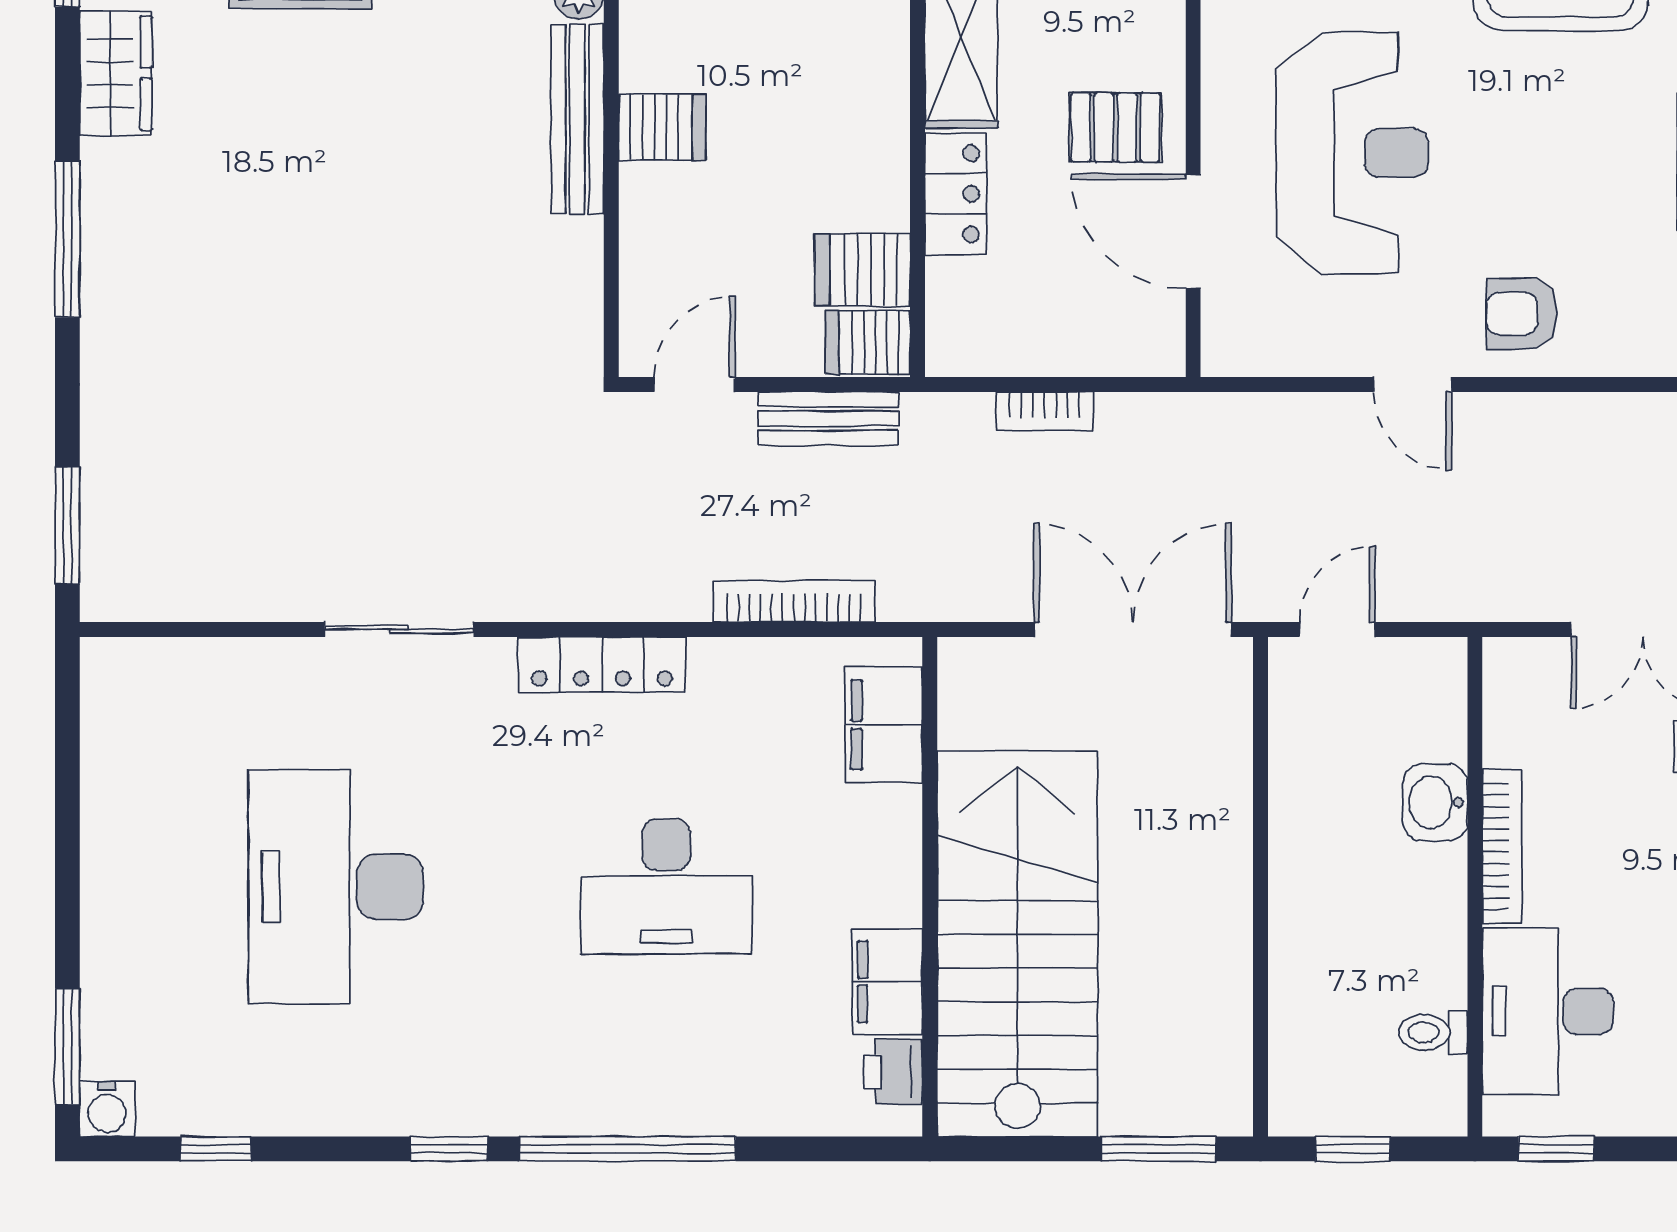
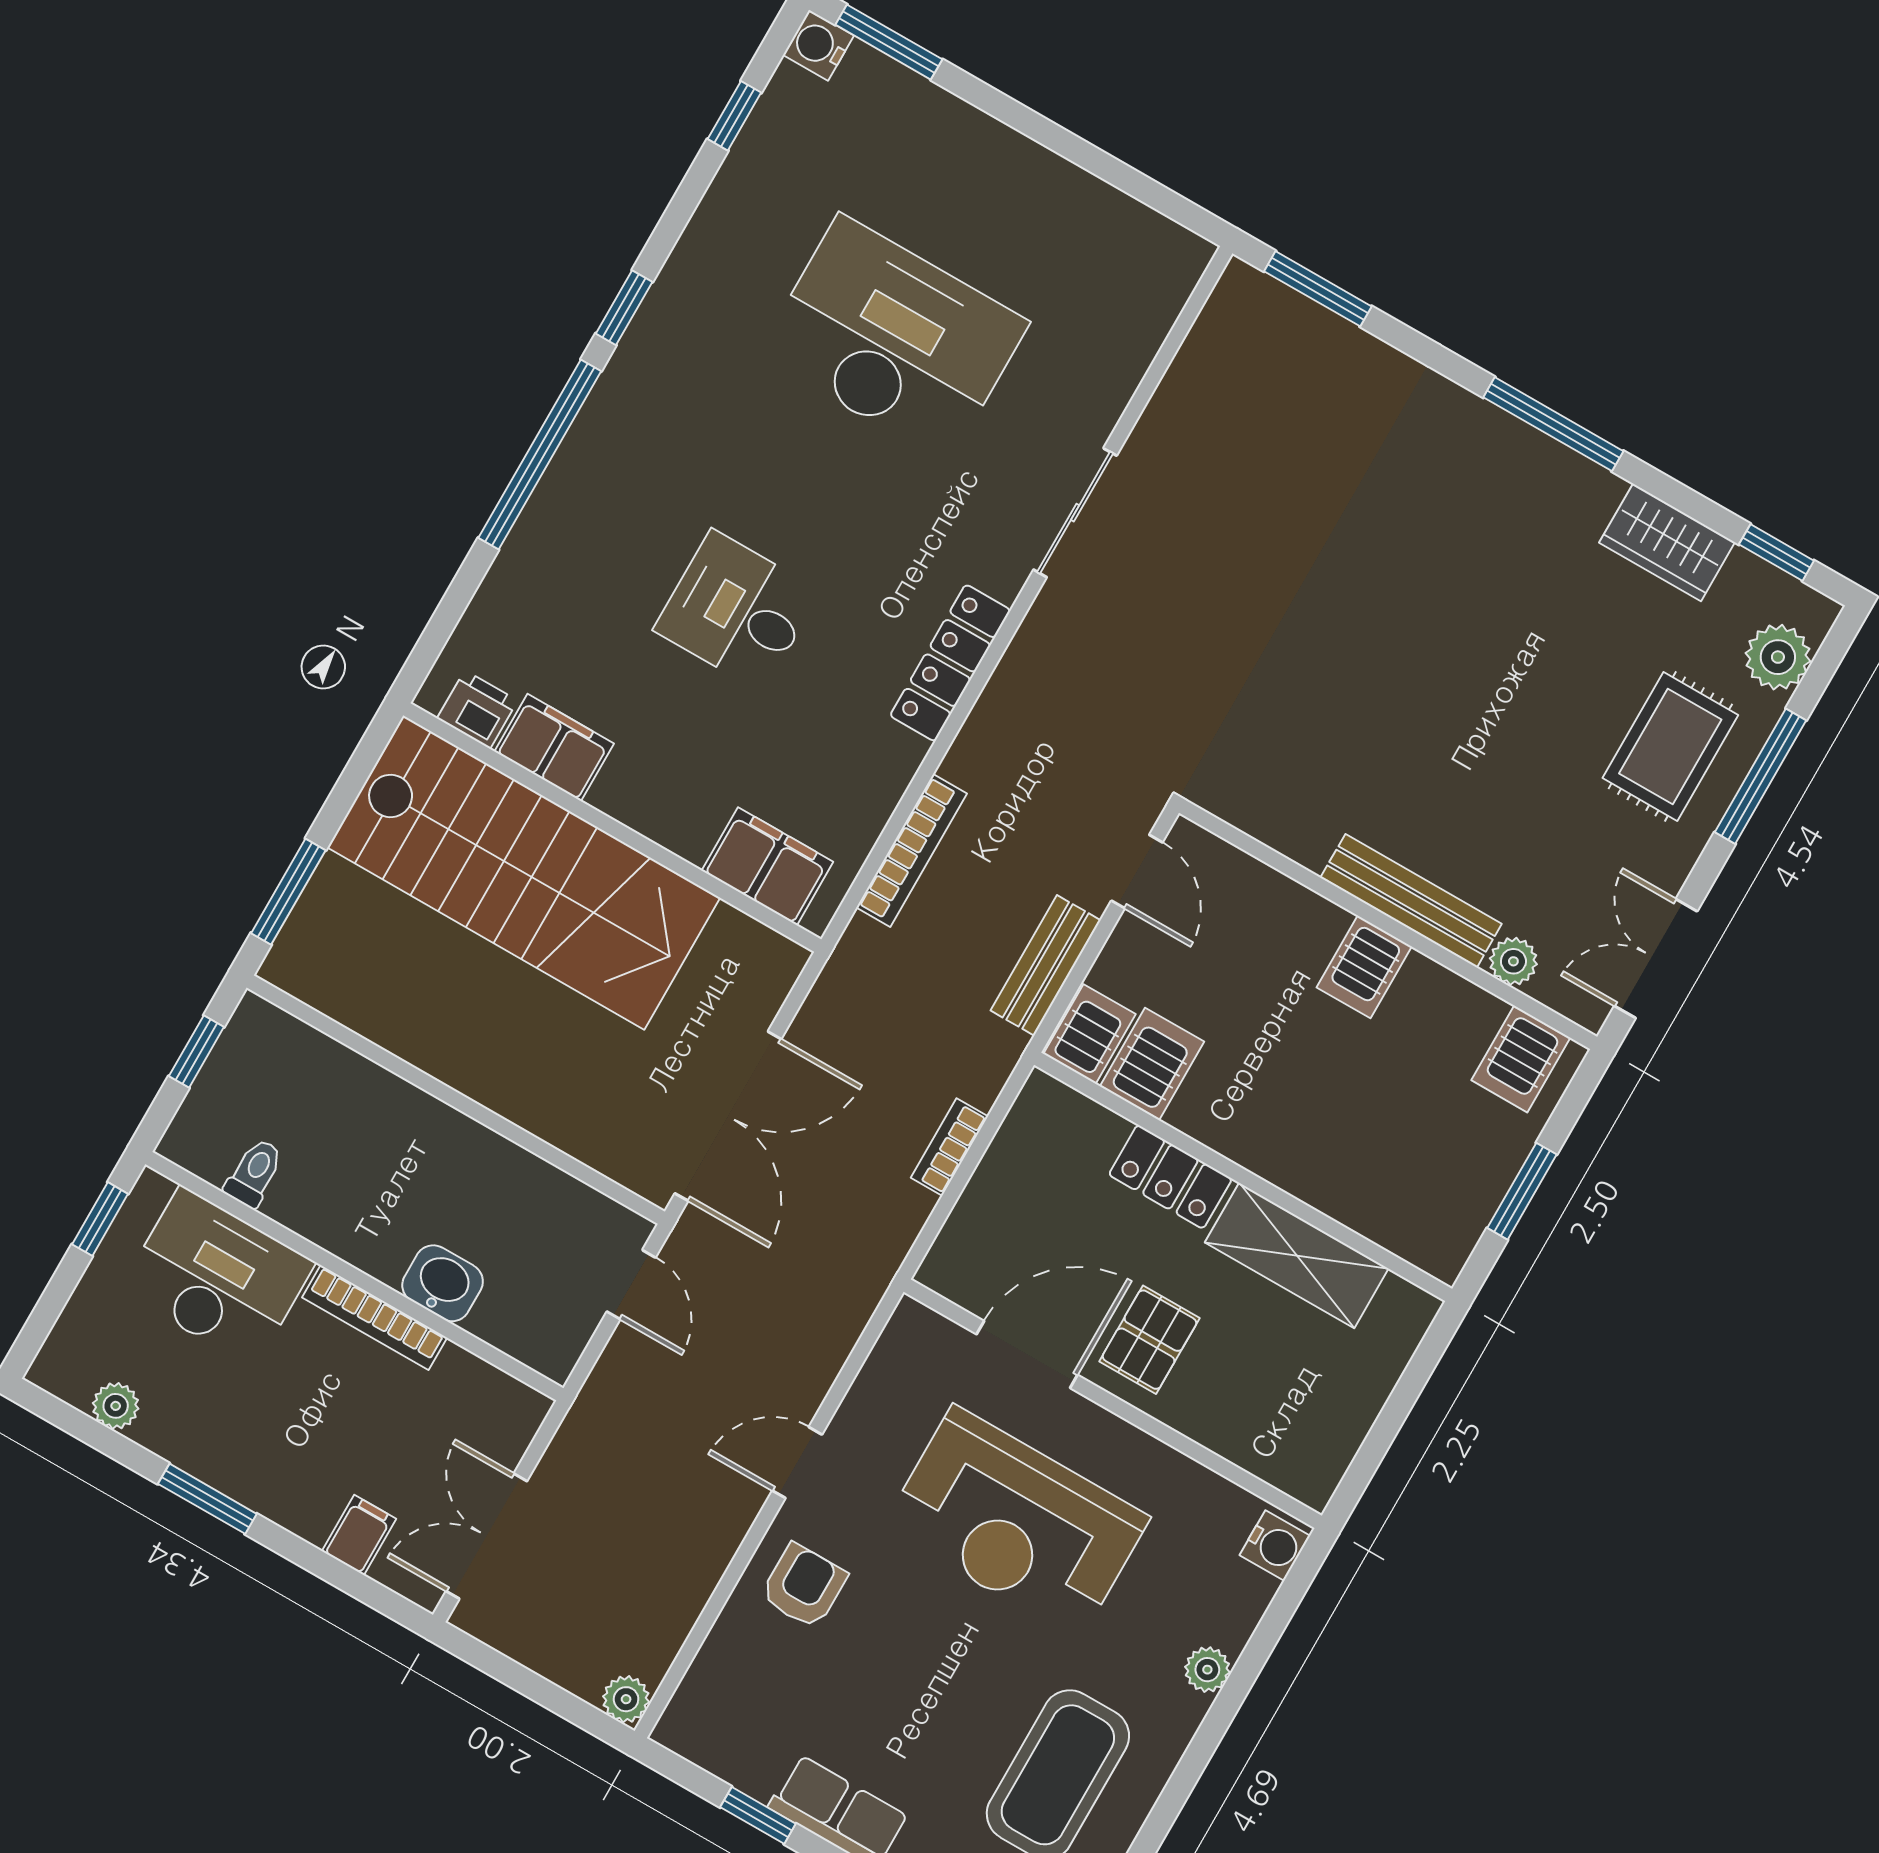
desk: (666, 887) -> (737, 611), width x0.73

